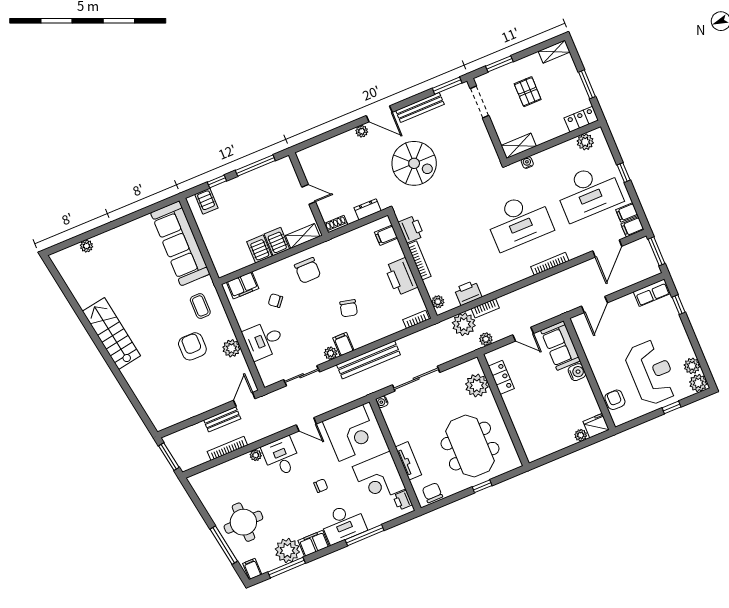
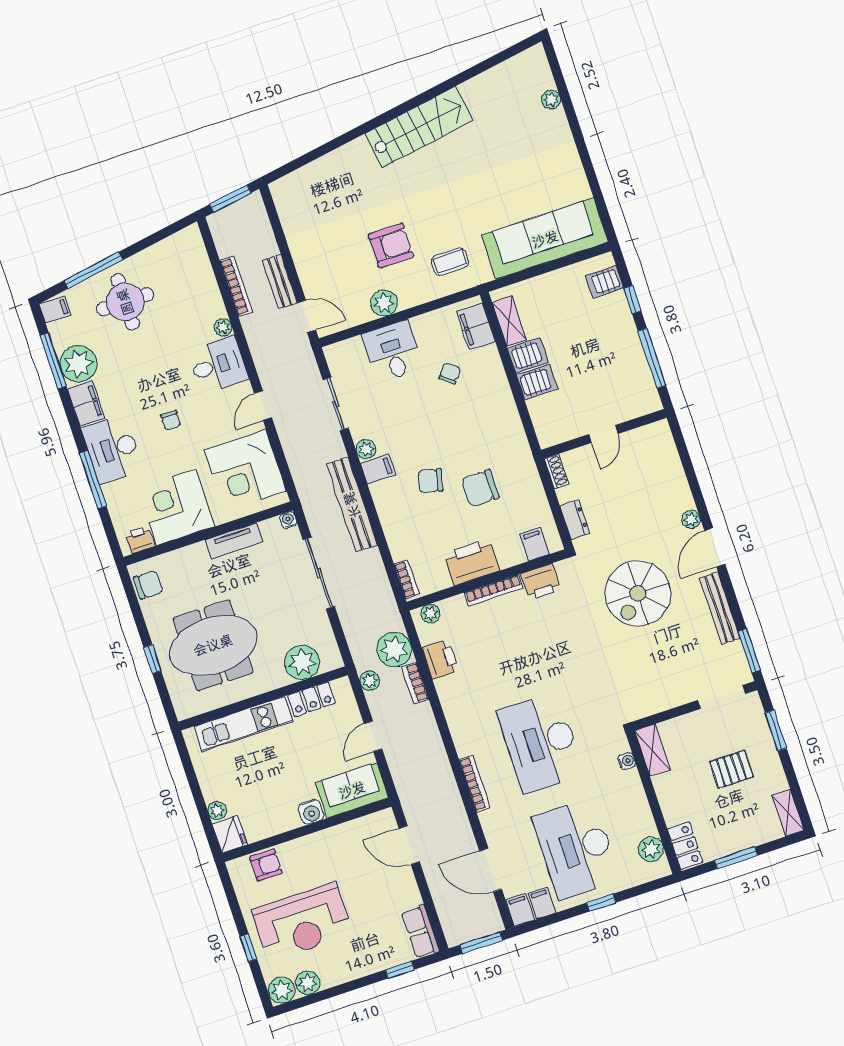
shelving: (303, 236) -> (509, 321), moved
chair: (308, 270) -> (480, 488), moved
kitchen unit: (521, 422) -> (243, 724), added
tv unit: (408, 461) -> (234, 541), moved

